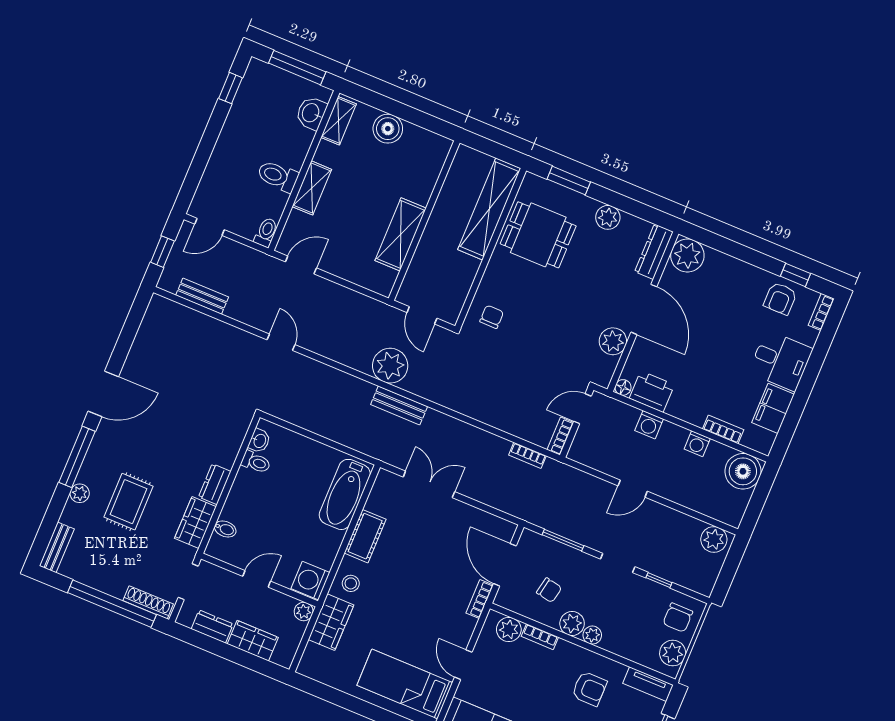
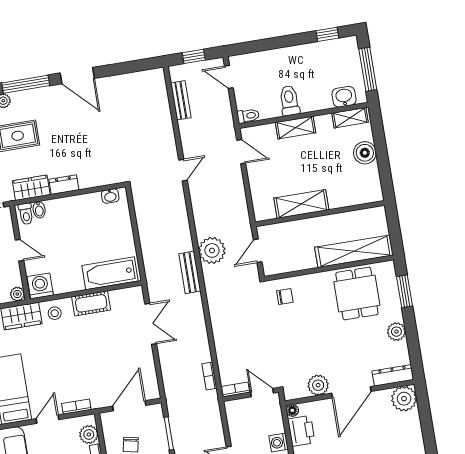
toilet: (256, 462) -> (26, 214), moved
bookcase: (480, 599) -> (76, 407), moved

